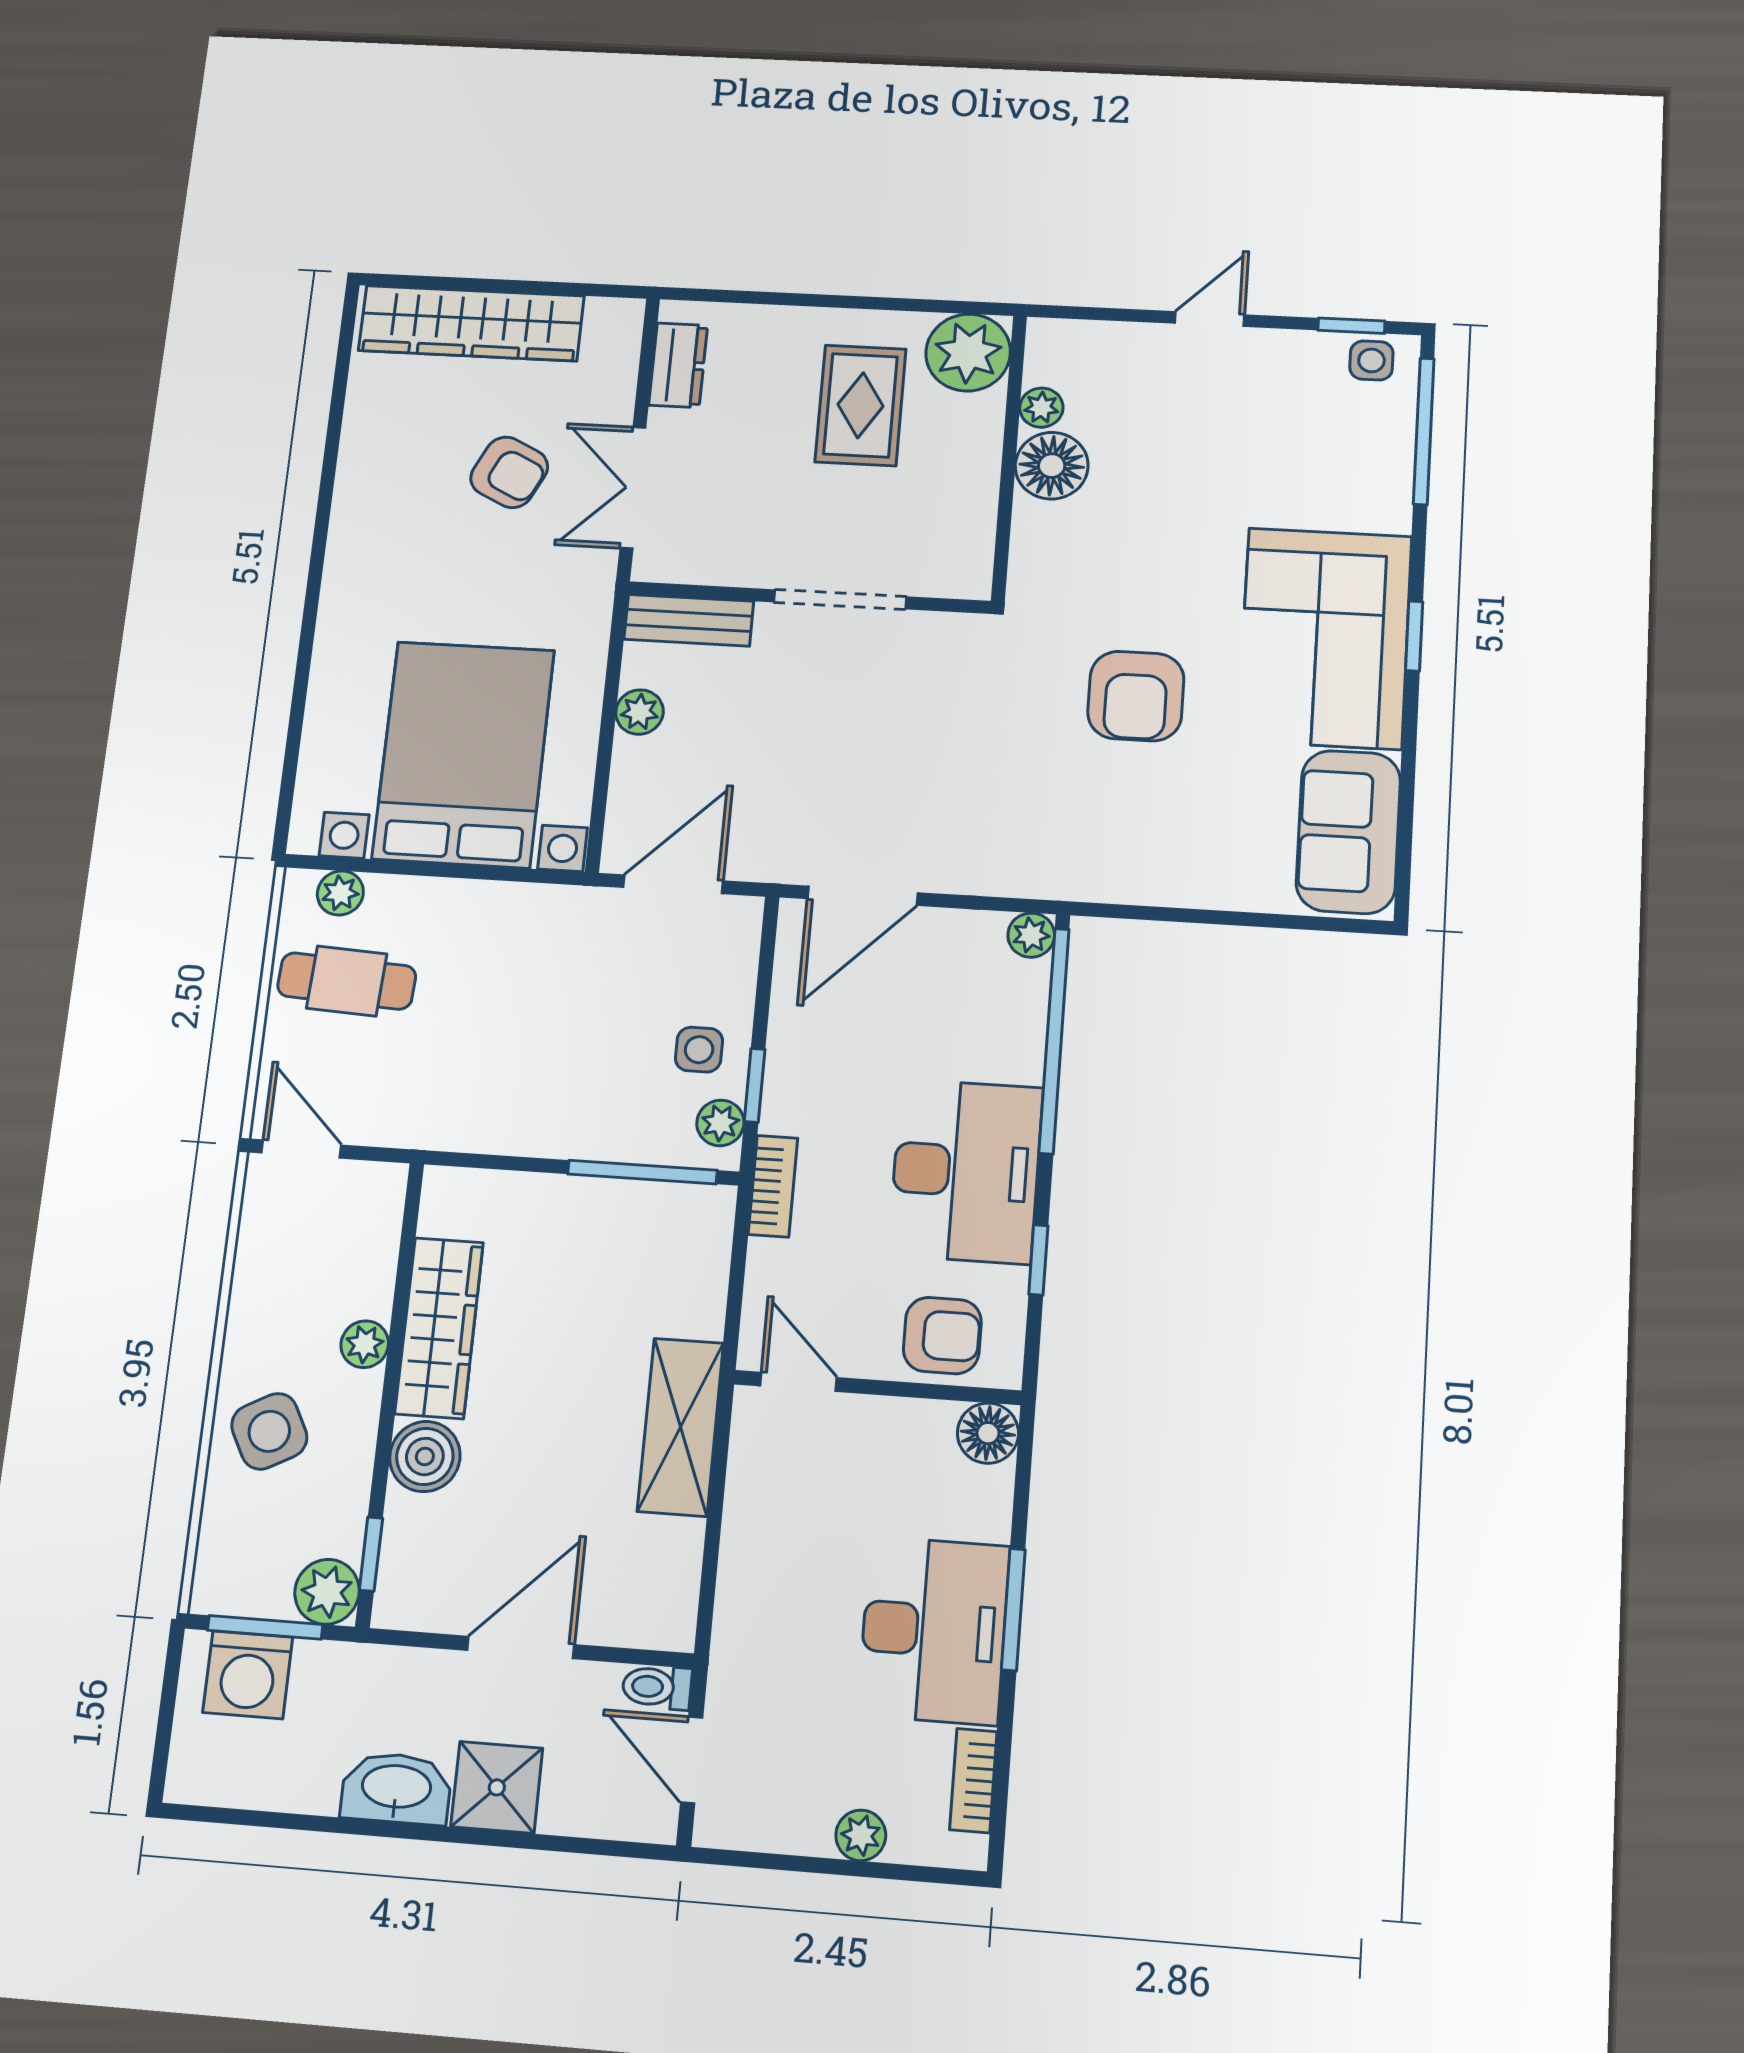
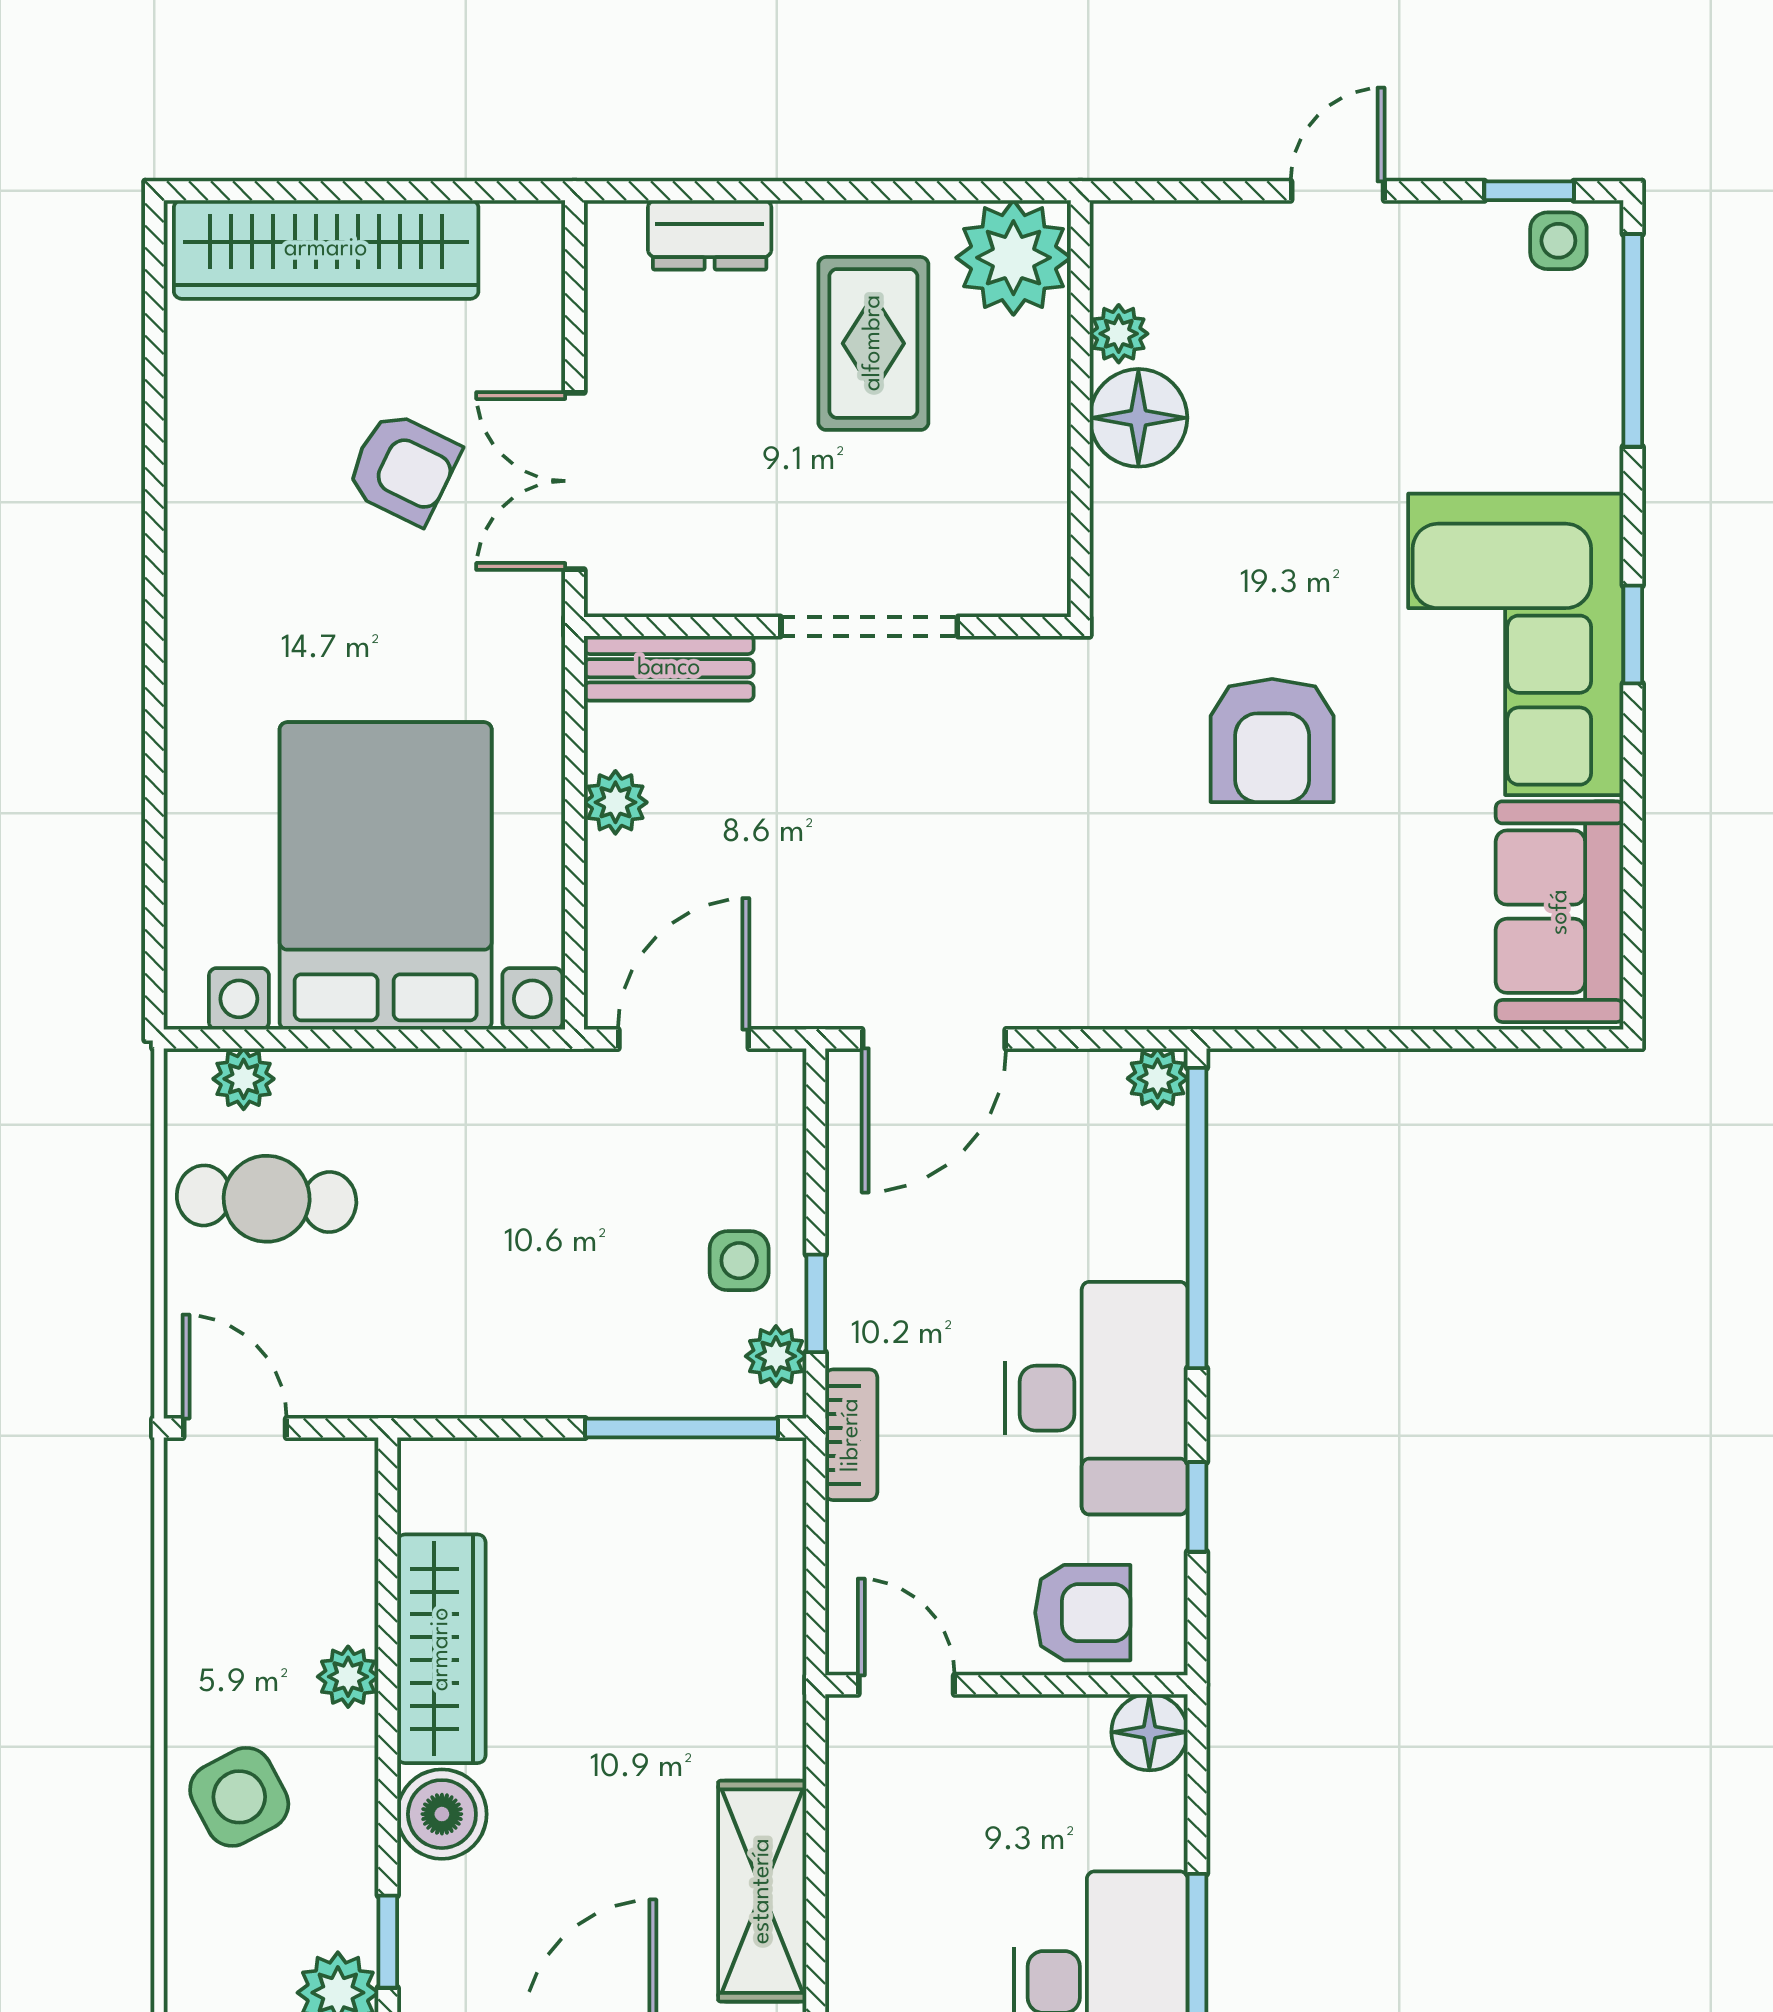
dresser: (678, 365) -> (710, 235), moved, turned 90
shelving: (680, 1427) -> (762, 1891), moved

